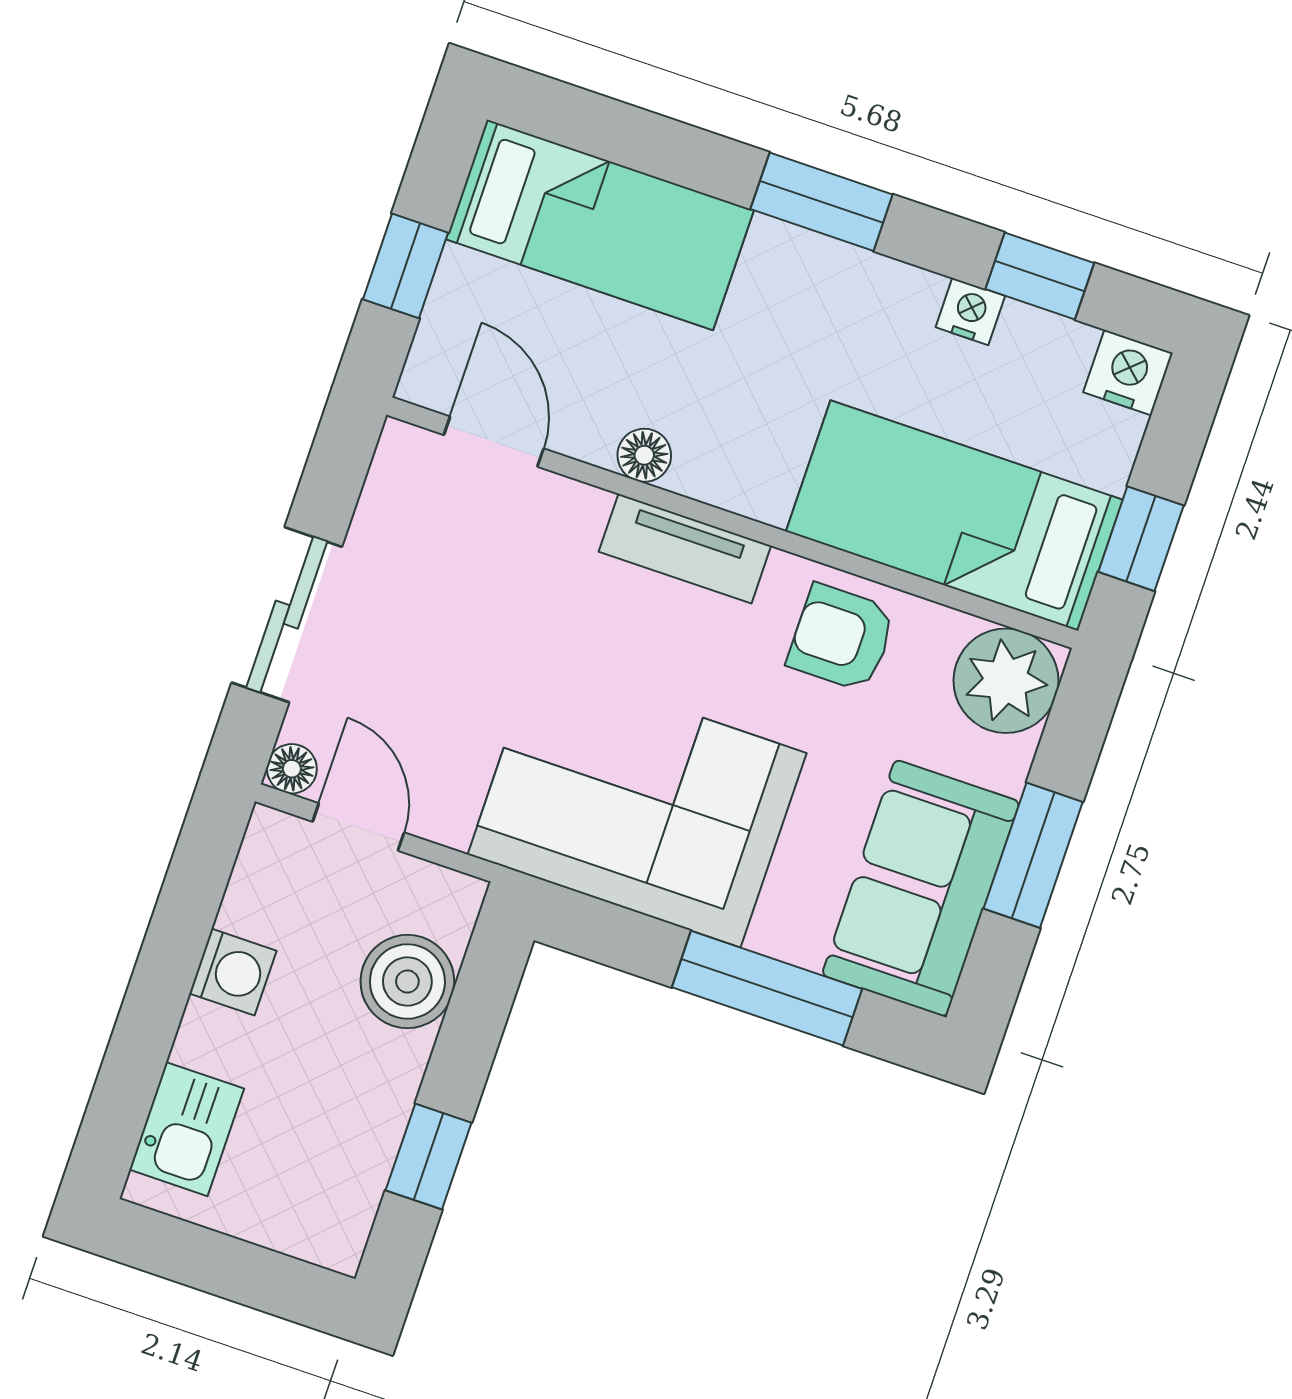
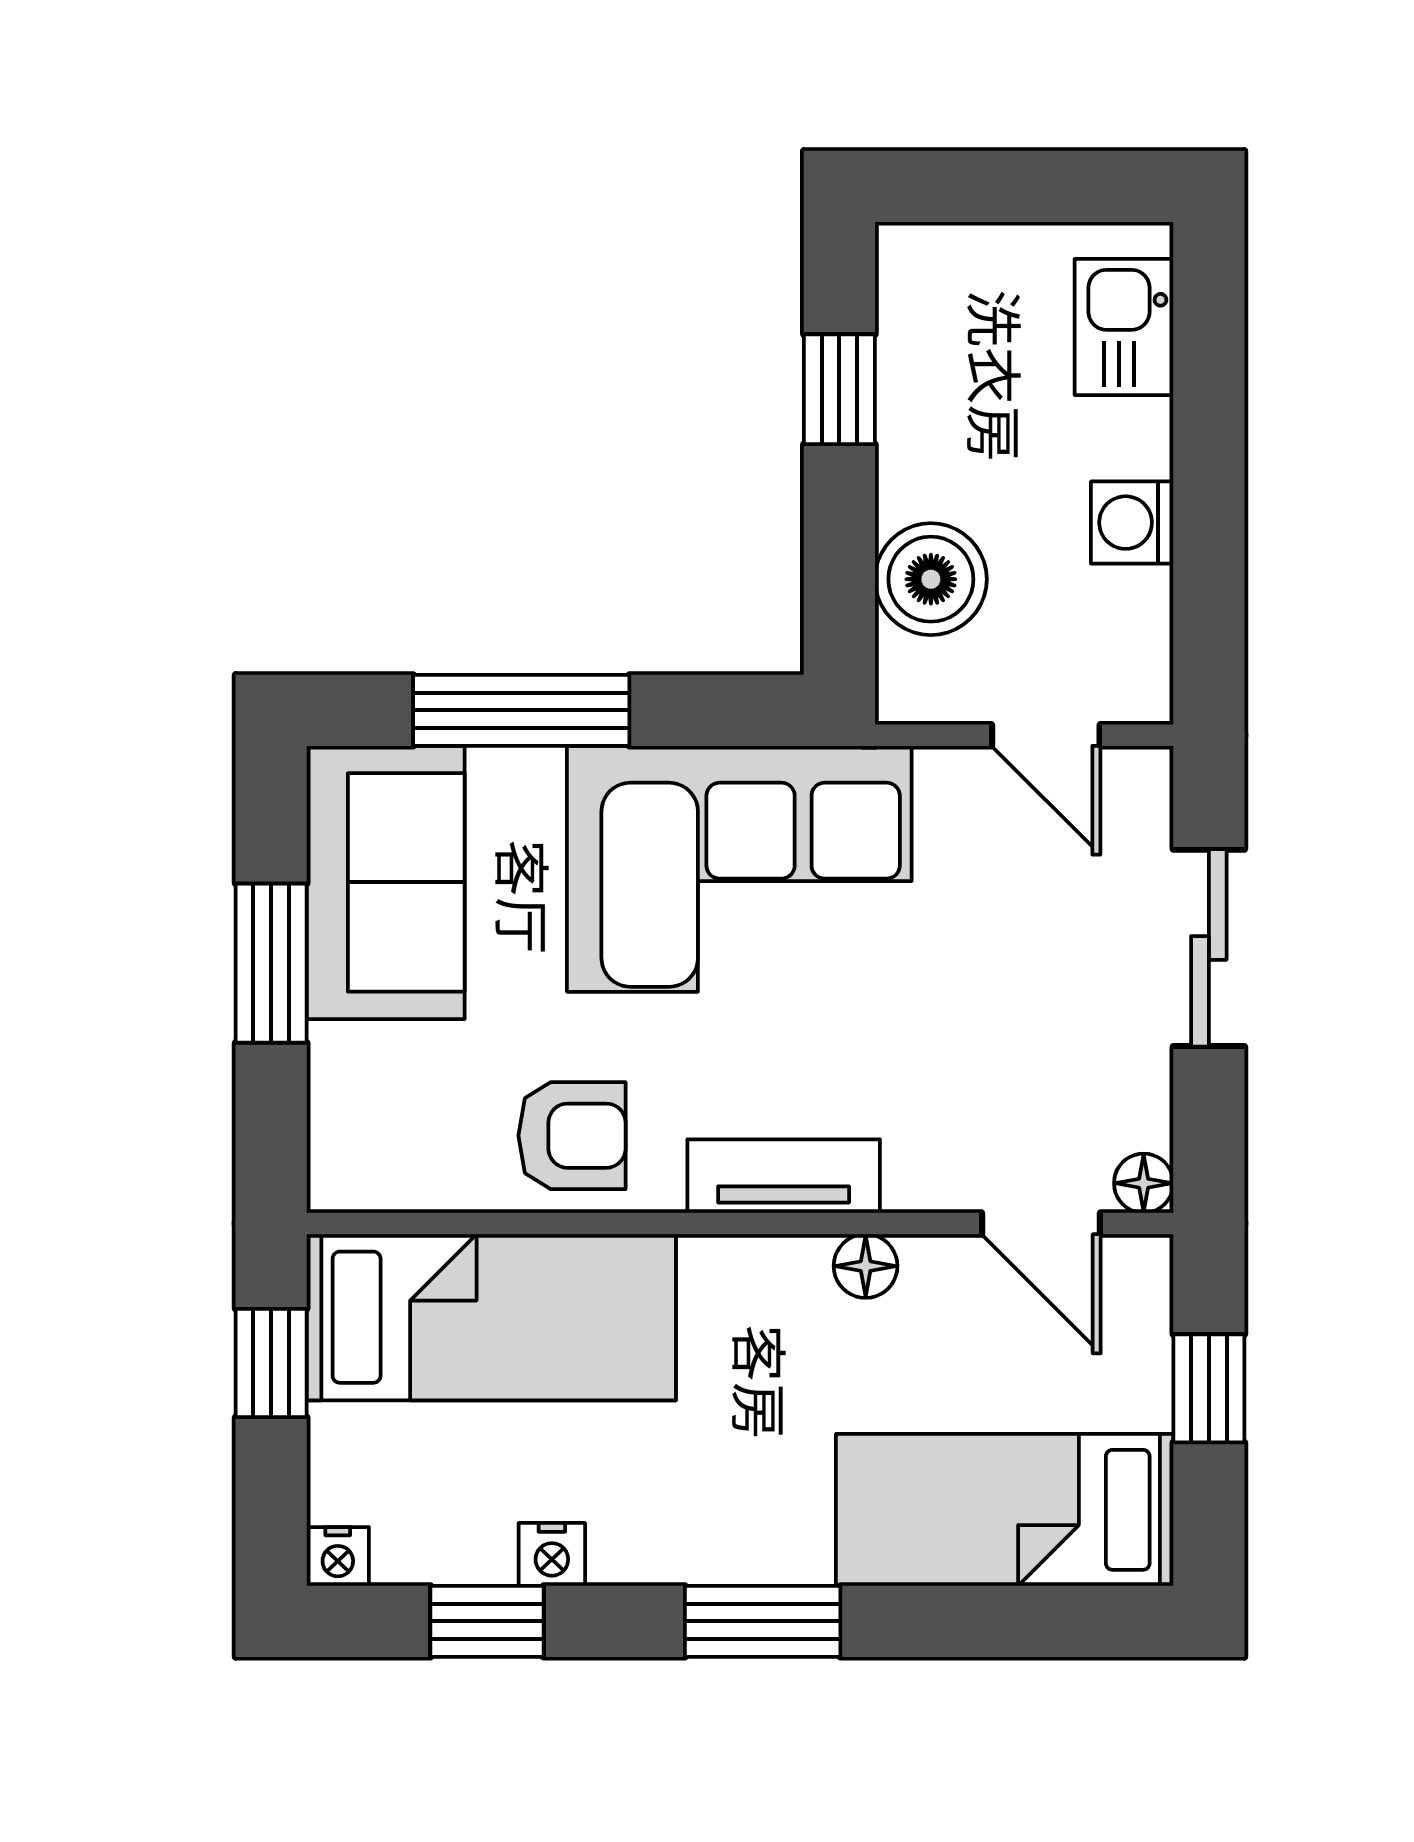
nightstand: (1128, 373) -> (338, 1556), width x0.72, depth x0.74
plant: (1006, 681) -> (369, 1150), removed
floor lamp: (292, 769) -> (1144, 1183), moved

